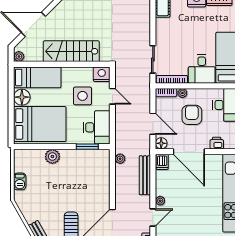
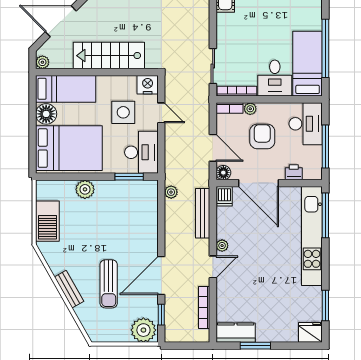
barbecue: (20, 181) -> (47, 221), width x1.88, depth x1.53

